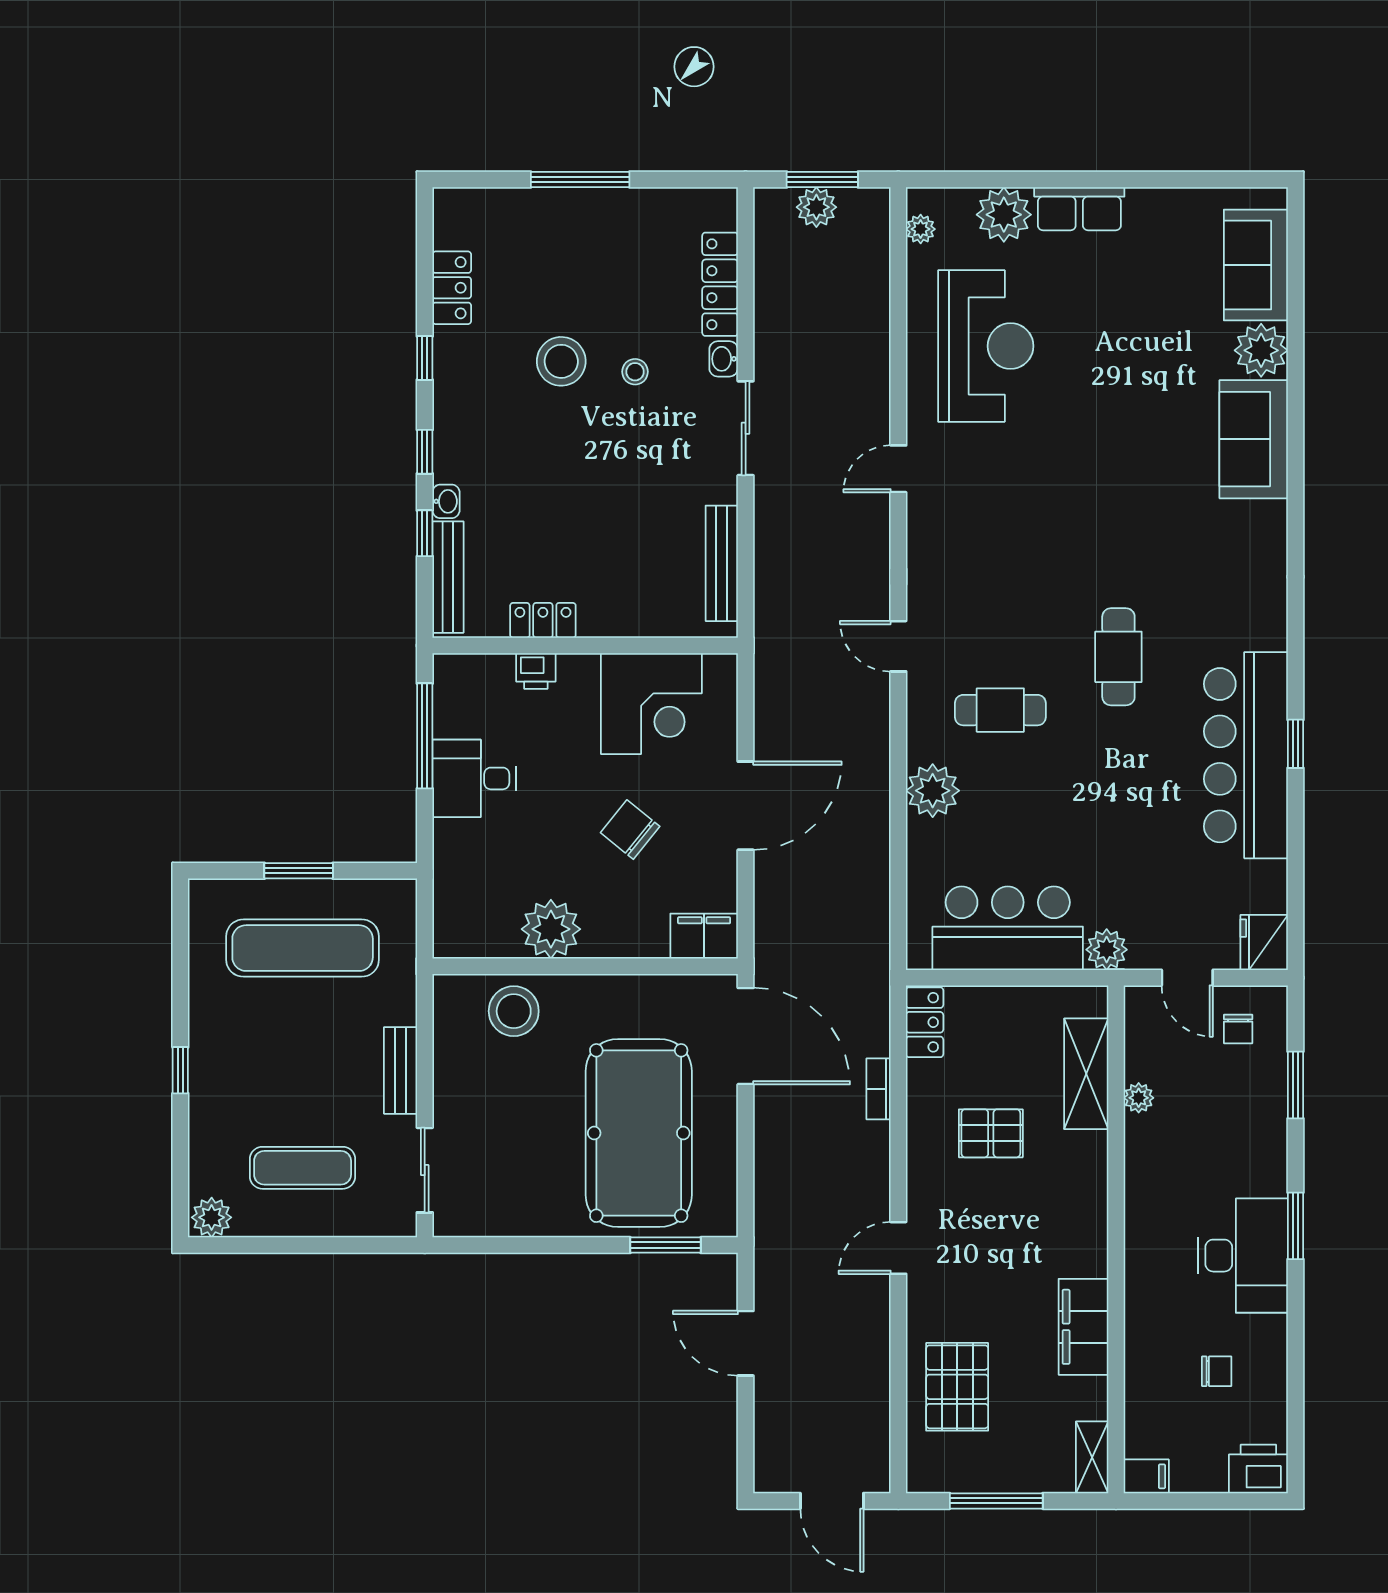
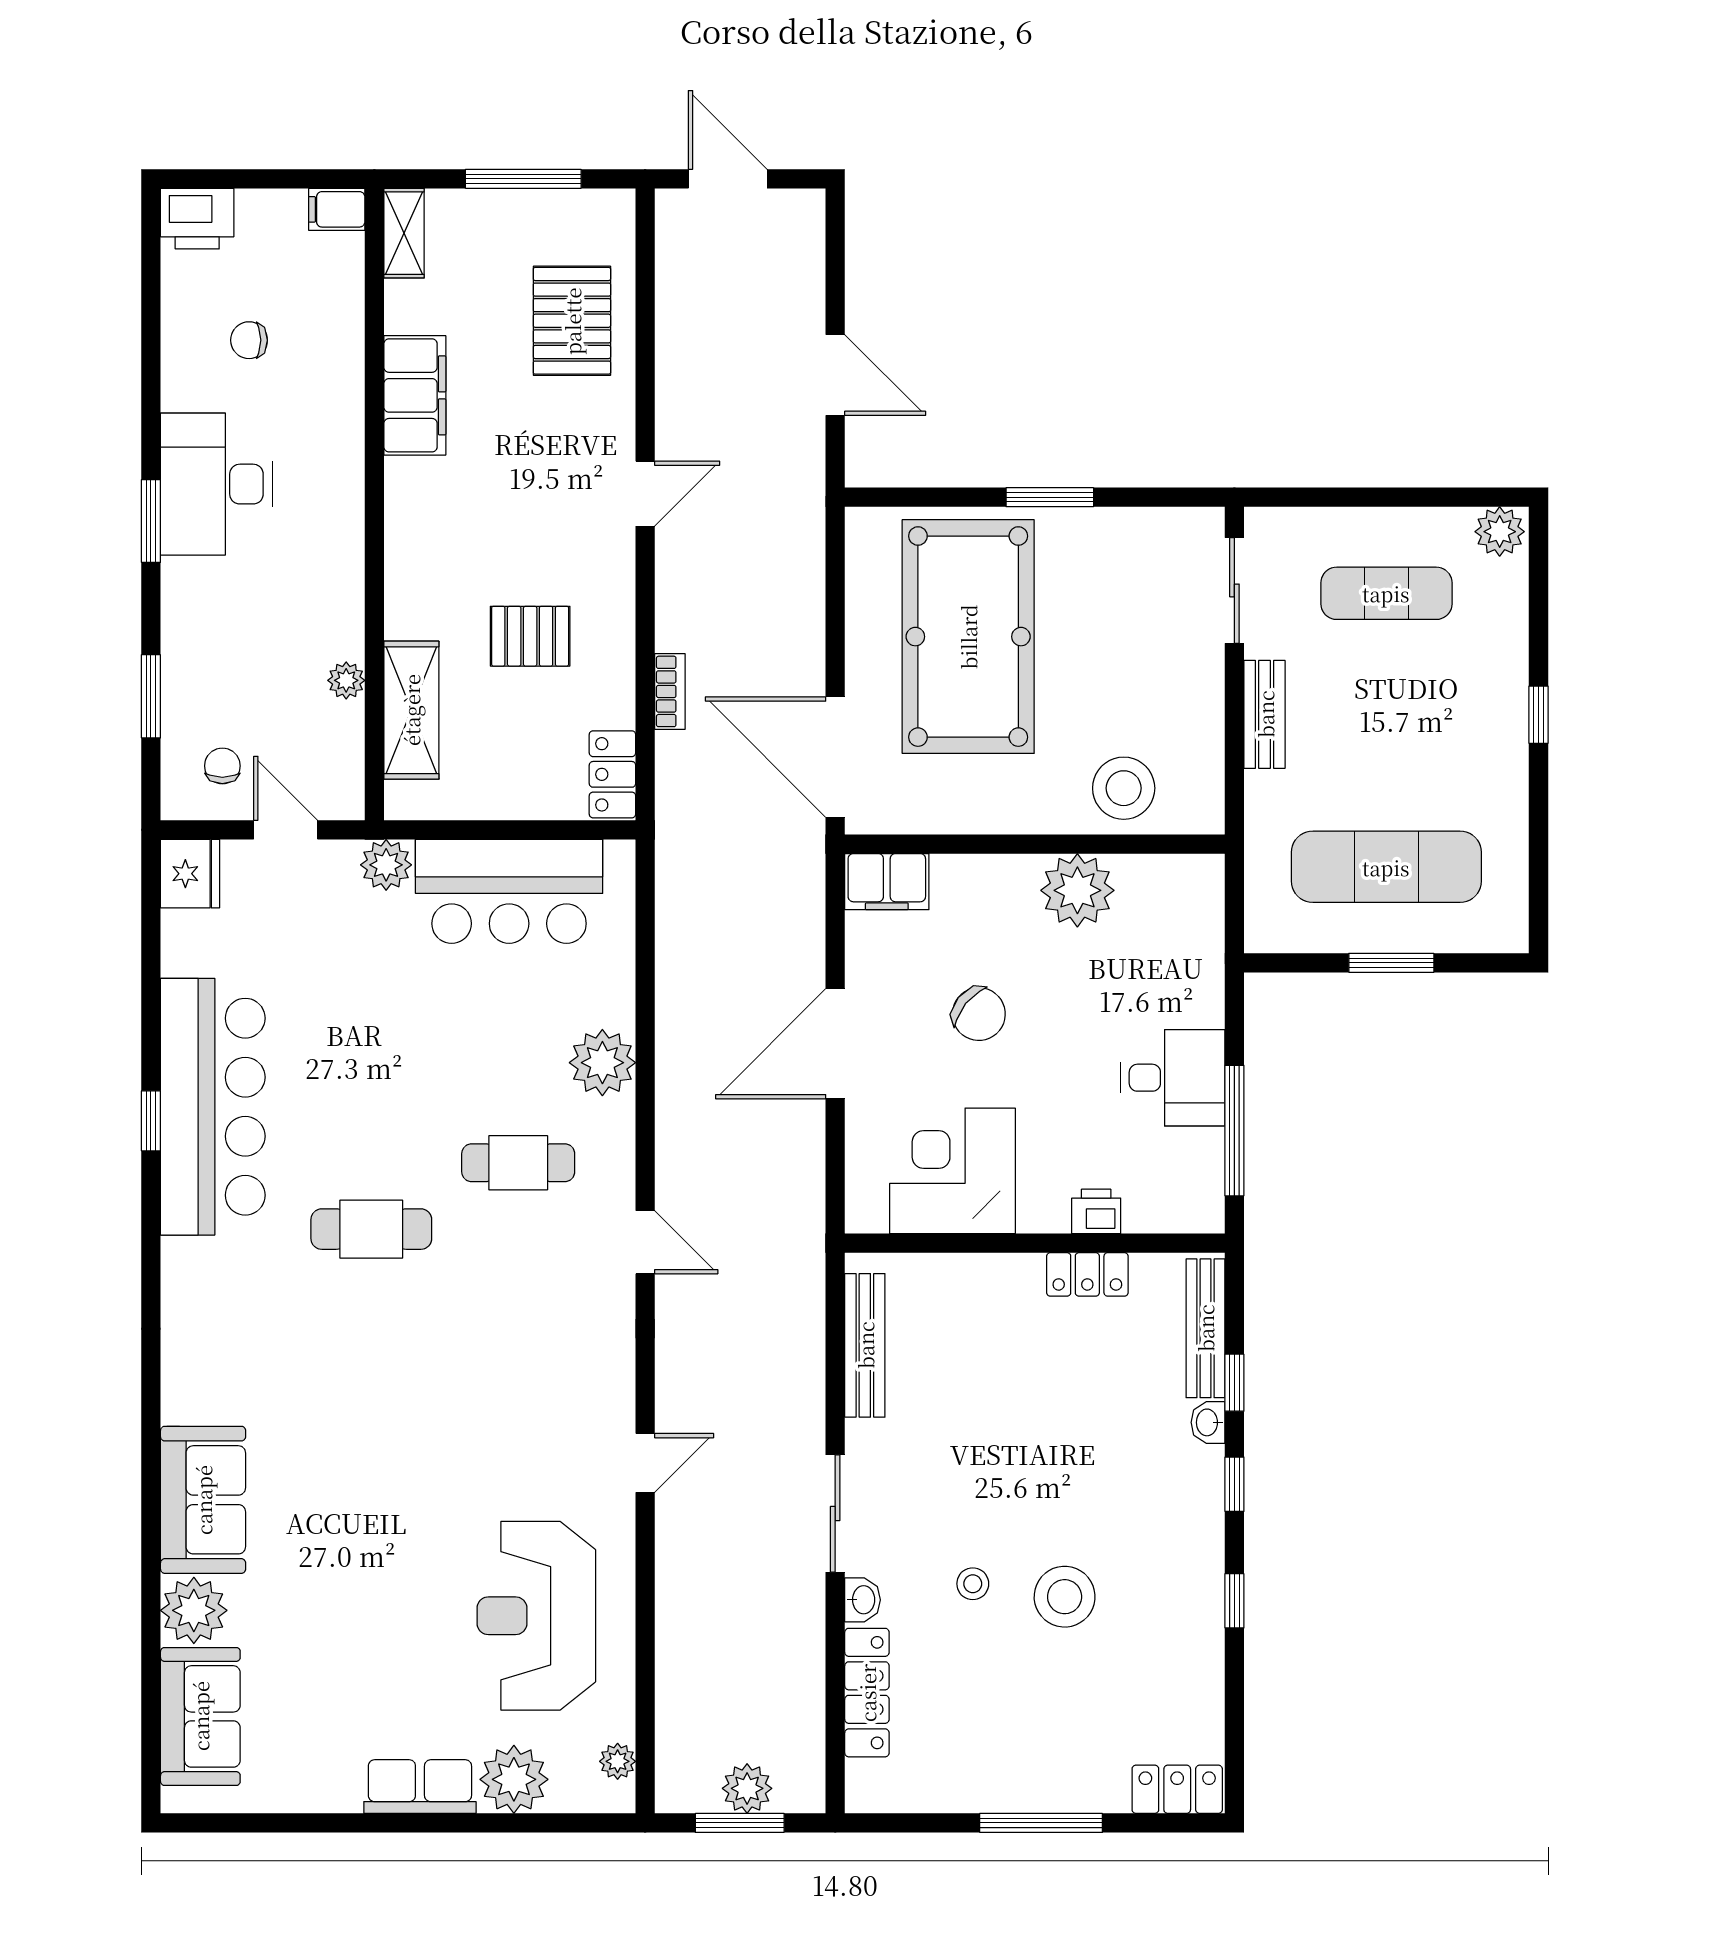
locker: (452, 288) -> (1177, 1789), moved, turned 90
cafe table: (1118, 657) -> (371, 1229), turned 90
window: (665, 1245) -> (1050, 497), moved

